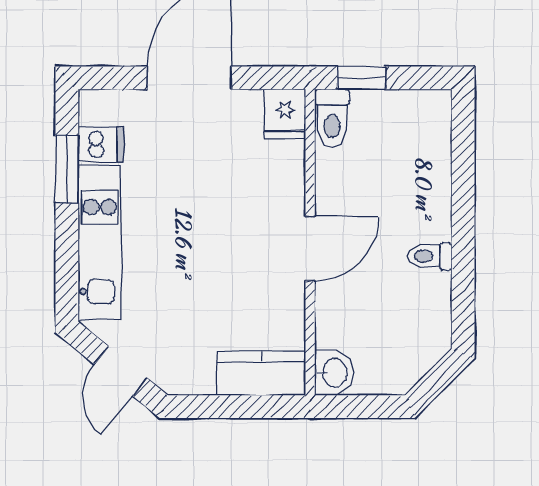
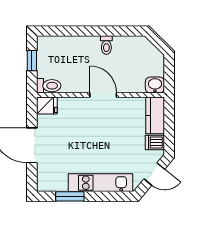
window: (361, 78) -> (32, 61), moved
dishwasher: (101, 145) -> (155, 142), moved, turned -90

